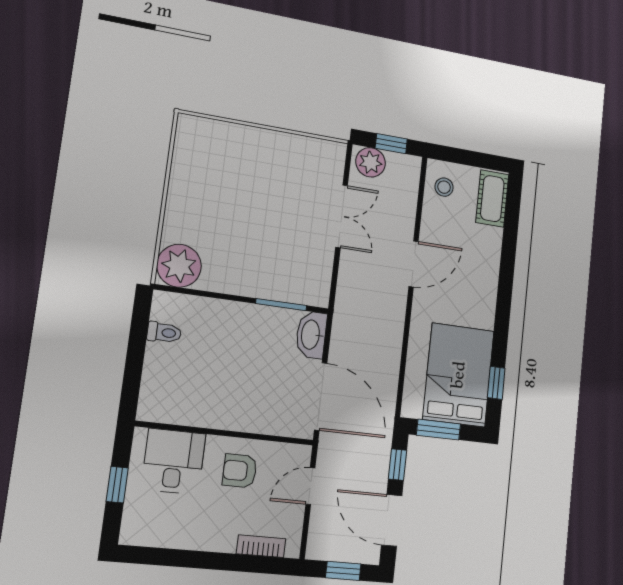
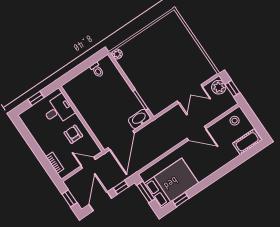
plant: (179, 266) -> (117, 54), width x0.53, depth x0.53

